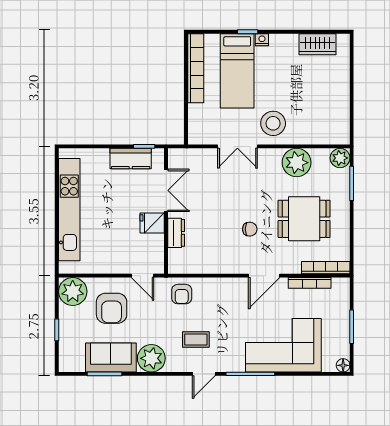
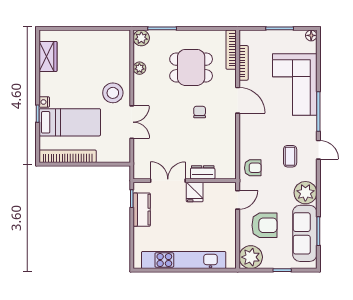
plant: (297, 163) -> (139, 68), width x0.53, depth x0.53
dining table: (304, 219) -> (191, 67), turned 90
sofa: (111, 357) -> (305, 233), width x1.36

